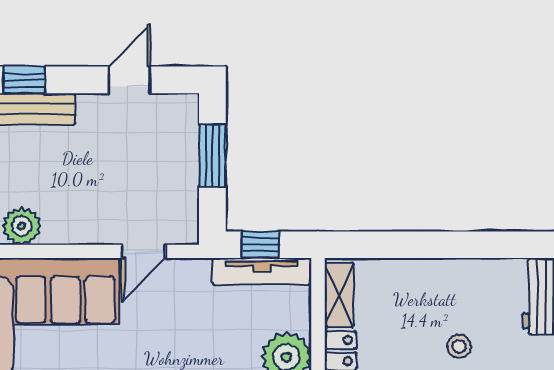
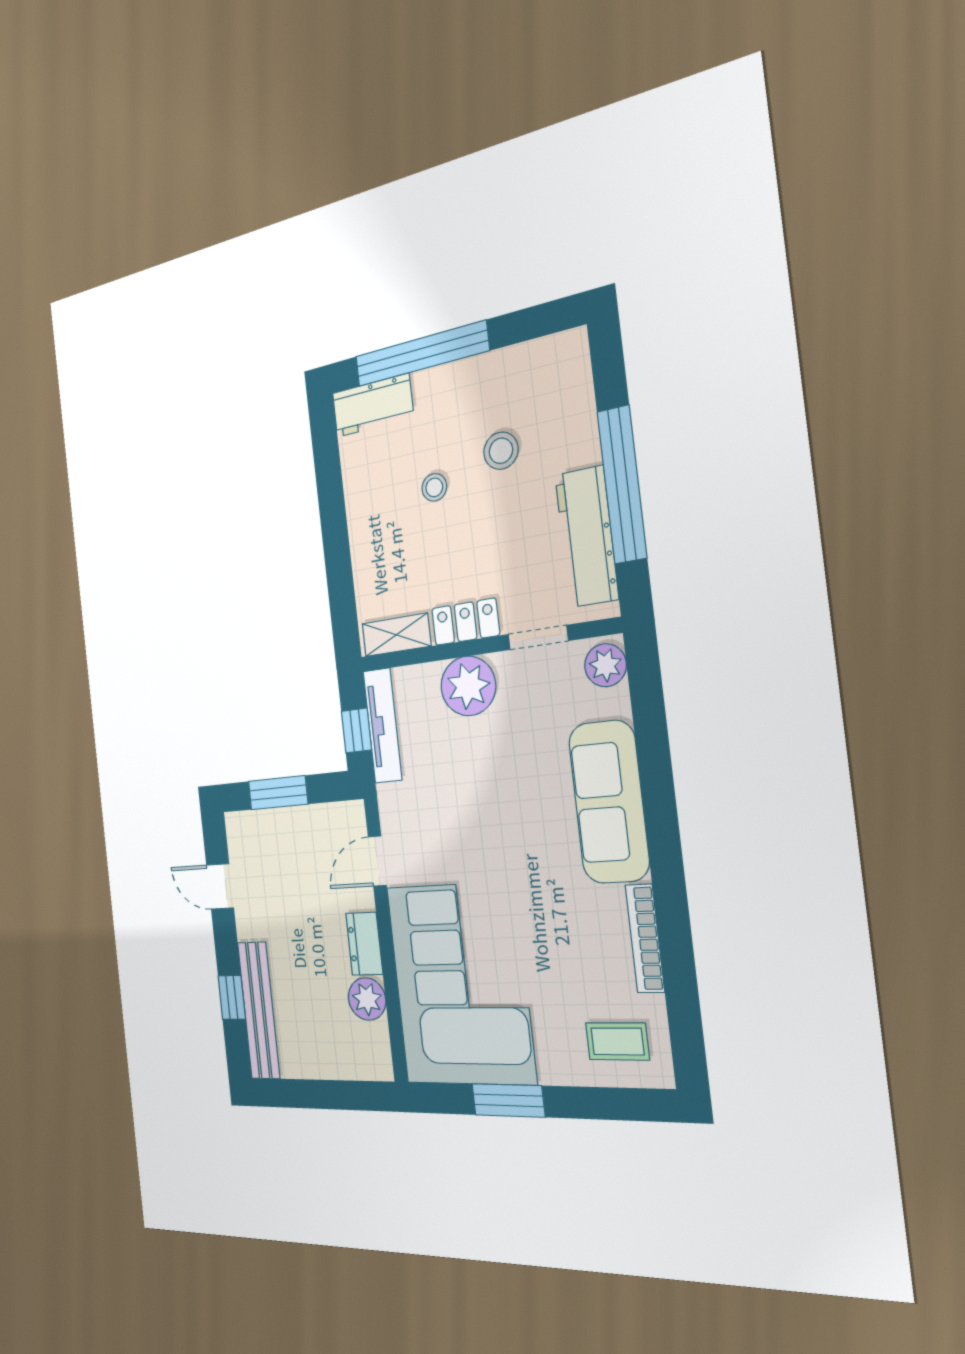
dresser: (71, 229) -> (364, 944), added
door: (143, 251) -> (377, 861), swing flipped

